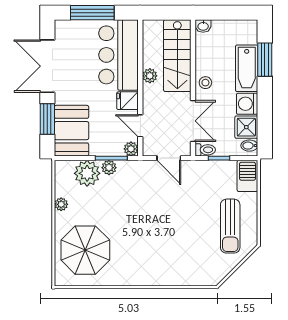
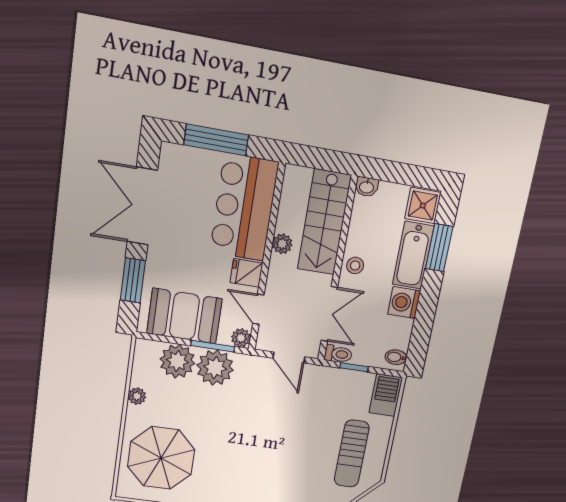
shower: (246, 127) -> (423, 206), moved
booth: (72, 131) -> (184, 316), moved, turned 90
plant: (109, 168) -> (215, 368), width x1.88, depth x1.88

